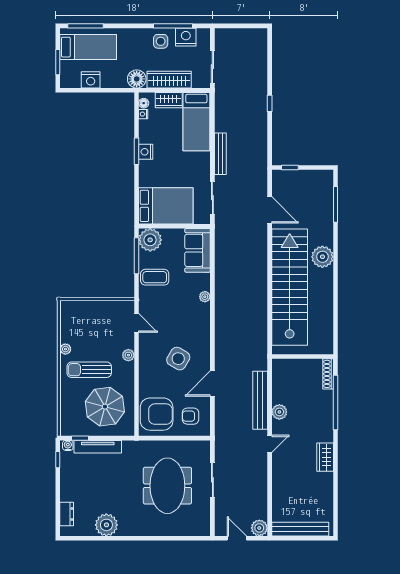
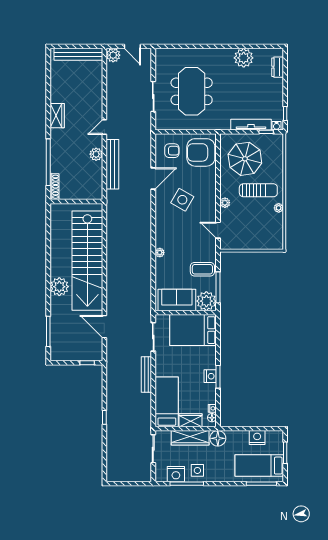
sofa: (198, 250) -> (177, 300), moved, turned -90

